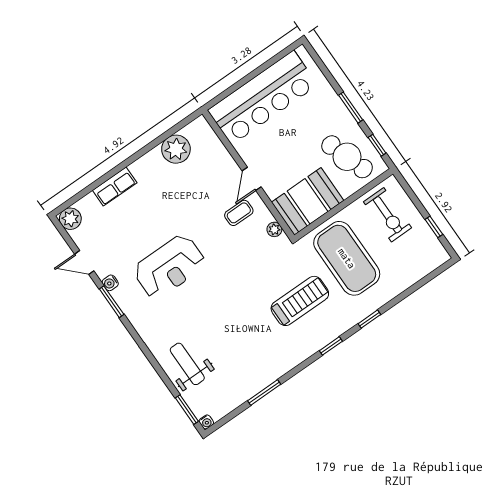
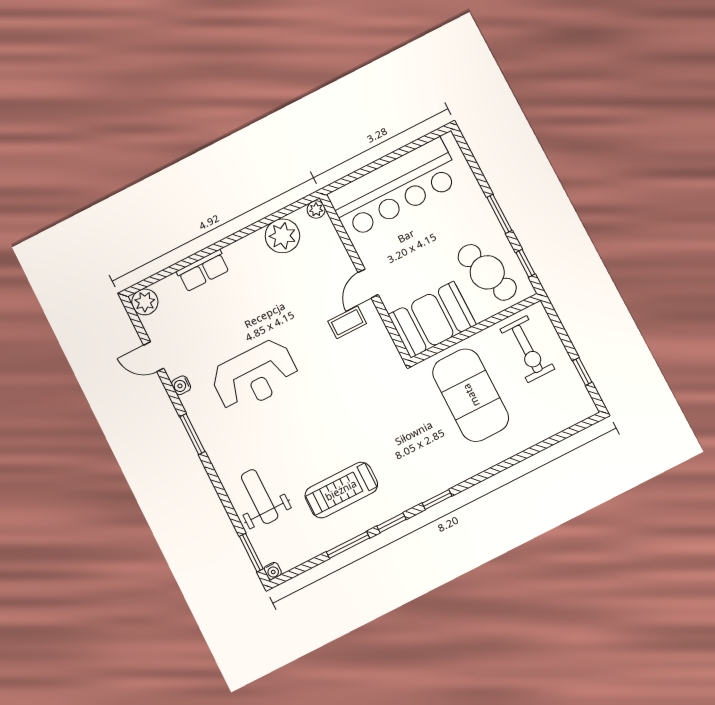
plant: (274, 229) -> (316, 209), moved
treadmill: (300, 301) -> (341, 490), moved, turned 180
window: (112, 302) -> (192, 434), moved
window: (369, 319) -> (392, 523), moved

